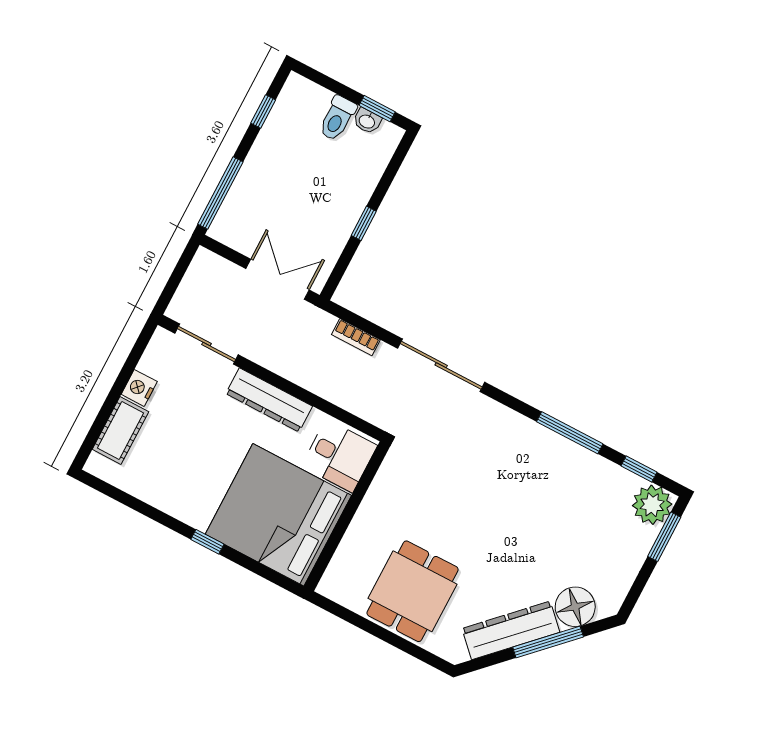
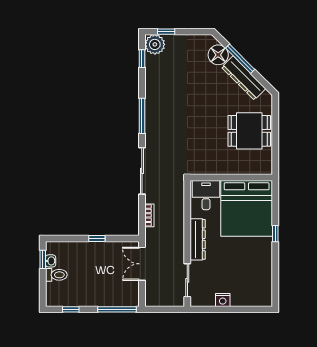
cot: (120, 430) -> (246, 298), removed
window: (570, 433) -> (142, 116), moved
window: (664, 537) -> (166, 32), width x0.67

